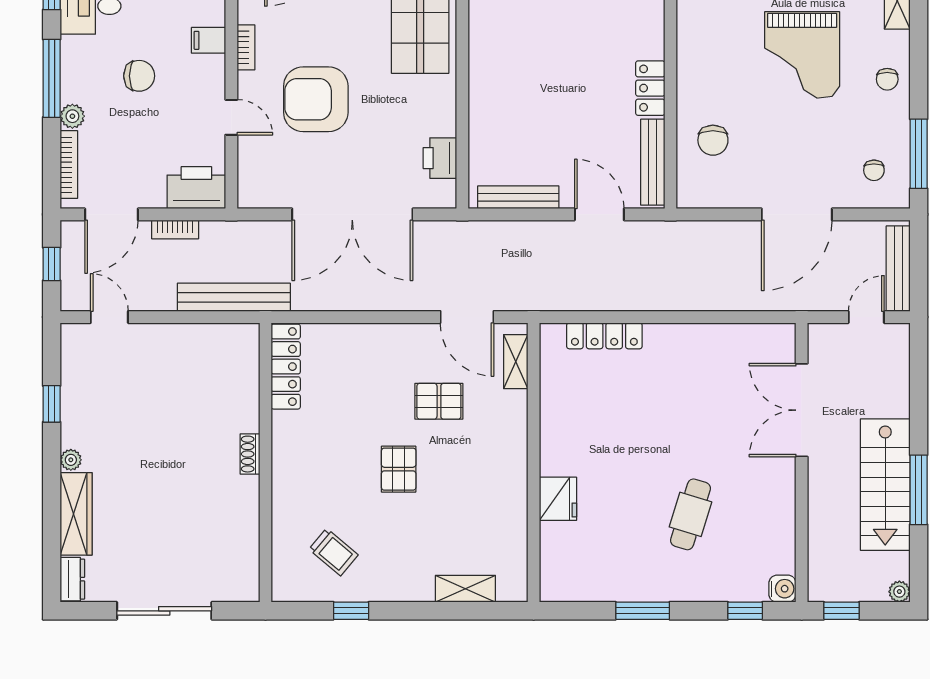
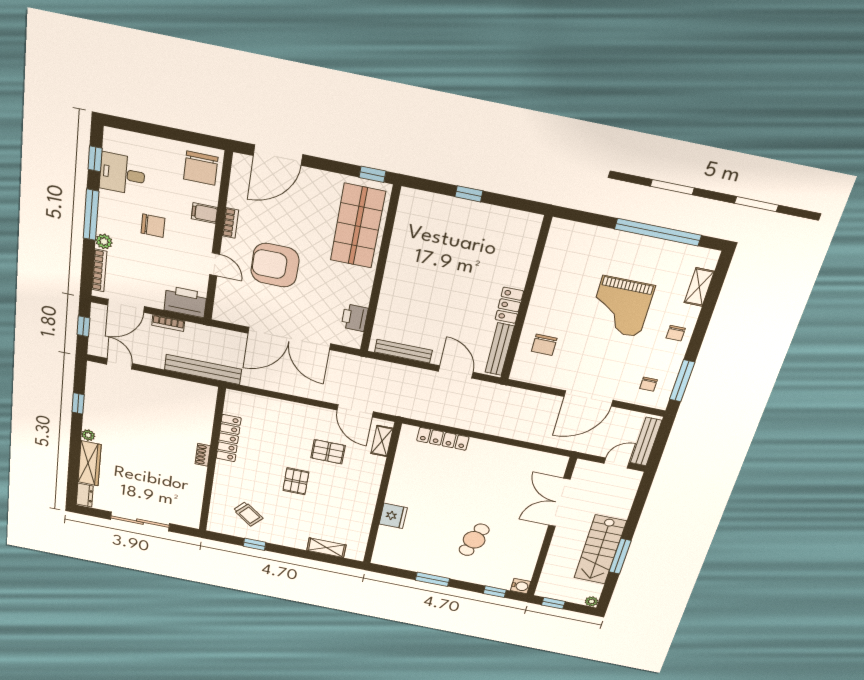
locker: (286, 367) -> (229, 438), moved

